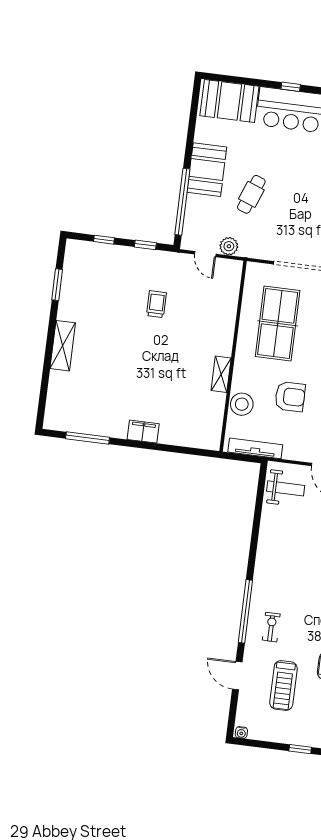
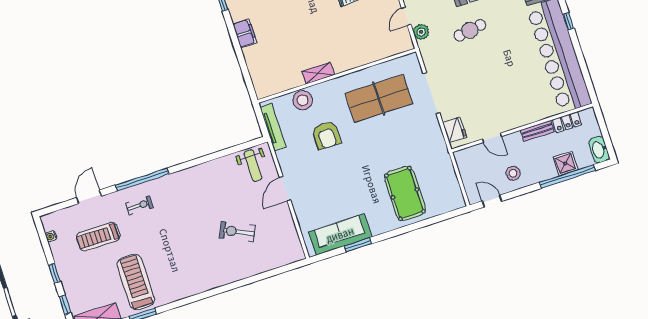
cafe table: (251, 194) -> (470, 30), turned -30
water cooler: (241, 732) -> (51, 236), moved

